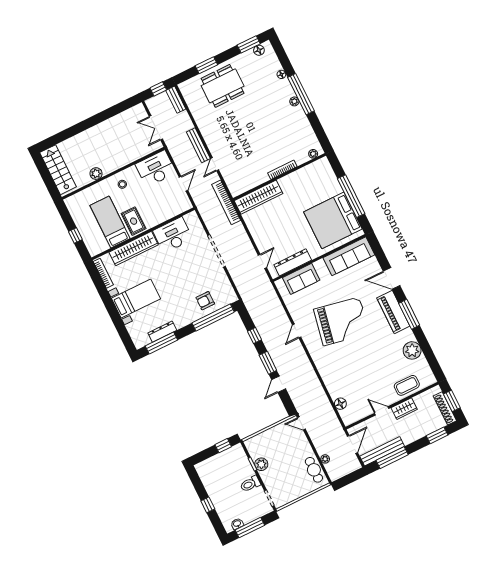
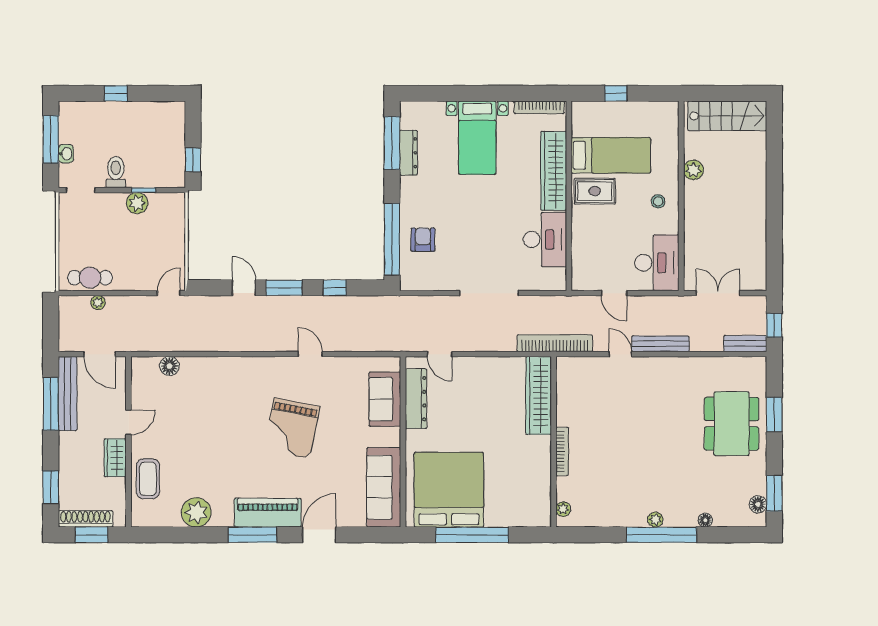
grand piano: (342, 321) -> (292, 428), width x0.73, depth x0.68
washbasin: (237, 524) -> (66, 154), moved

